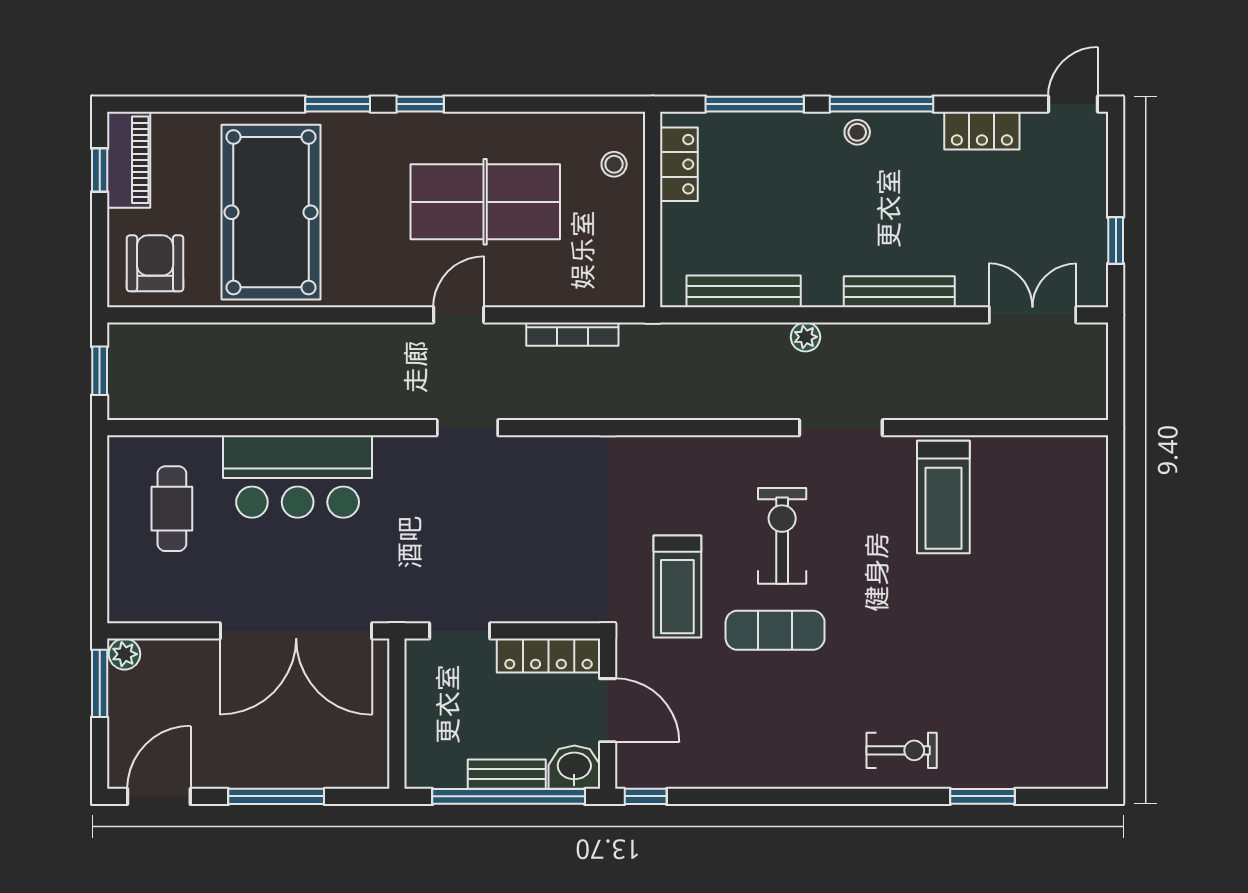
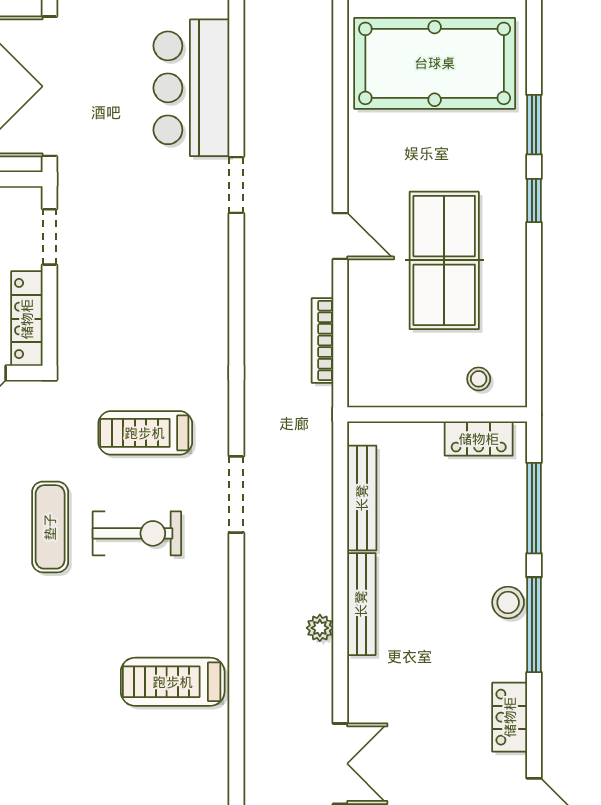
stool: (857, 132) -> (508, 602), width x1.37, depth x1.37
bench: (899, 292) -> (361, 604), moved
plant: (805, 337) -> (320, 628), moved
doorway: (467, 428) -> (236, 185), moved
doorway: (841, 428) -> (236, 494), moved
treadmill: (677, 586) -> (145, 433), moved

